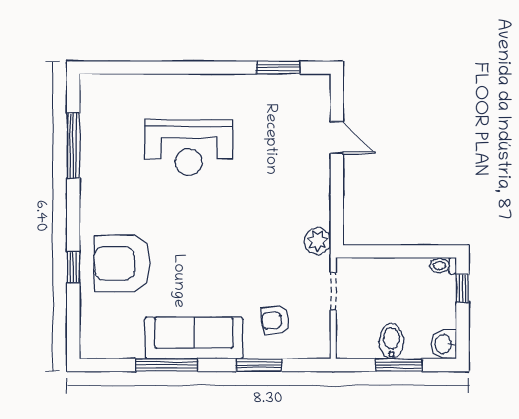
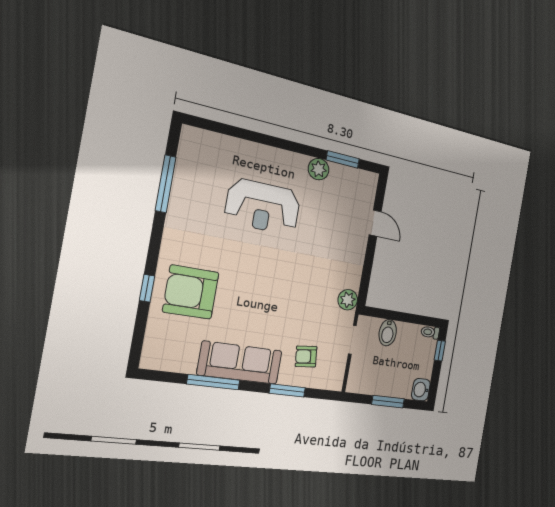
plant: (249, 87) -> (319, 169), added
bidet: (391, 341) -> (388, 333), moved, turned 180

